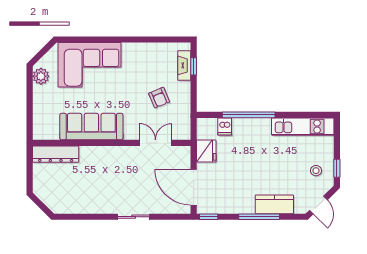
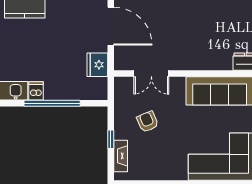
window: (194, 66) -> (111, 139), moved
dishwasher: (225, 126) -> (36, 91), moved

